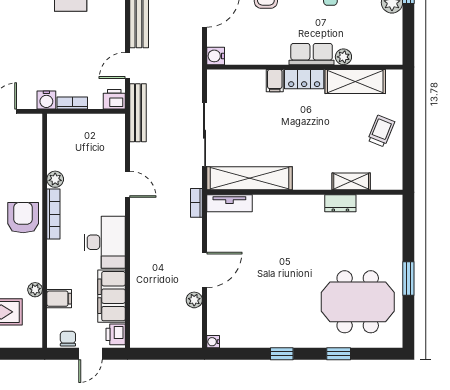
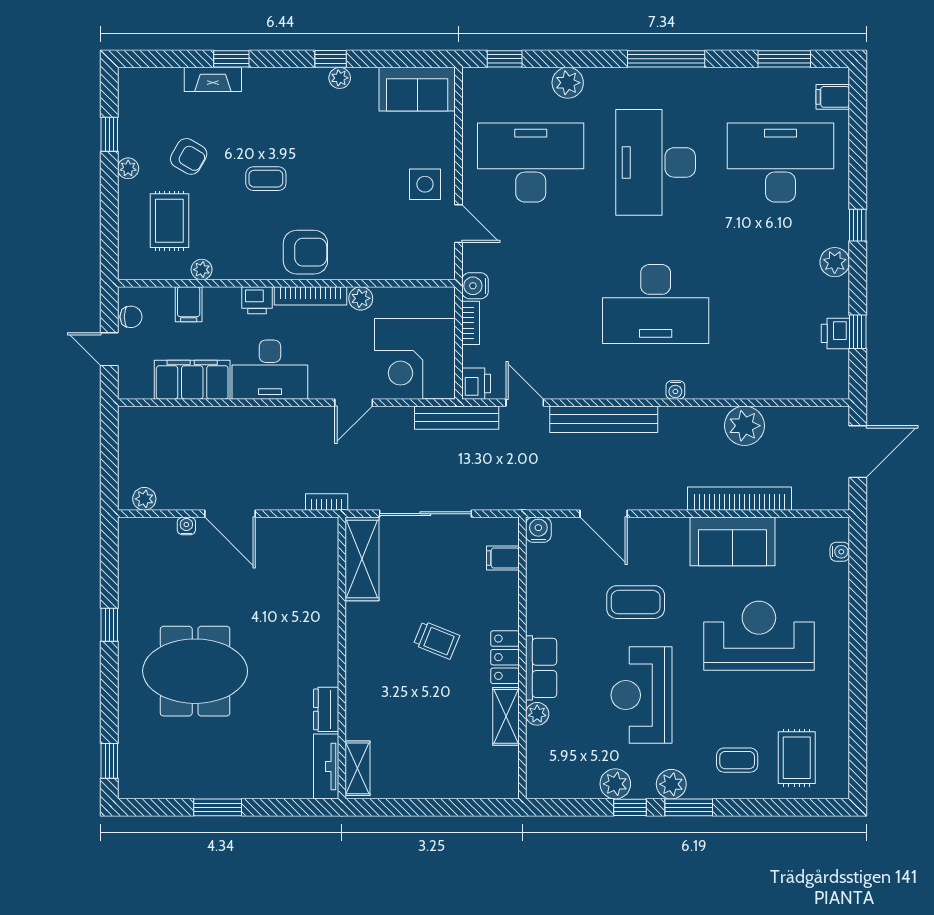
filing cabinet: (275, 81) -> (503, 558), moved
shelving: (355, 81) -> (506, 716), width x0.67, depth x0.75
trolley: (381, 131) -> (436, 640), moved
corner desk: (97, 142) -> (415, 359), added
shelving: (250, 178) -> (362, 559), width x0.68
shelving: (351, 181) -> (358, 768), moved
tv unit: (229, 203) -> (326, 766), moved
plant: (194, 300) -> (144, 499), moved
meeting table: (358, 302) -> (195, 671), moved, turned 90
printer: (116, 334) -> (257, 300), moved, turned 180
water cooler: (213, 342) -> (186, 526), moved
window: (339, 354) -> (109, 761), moved

